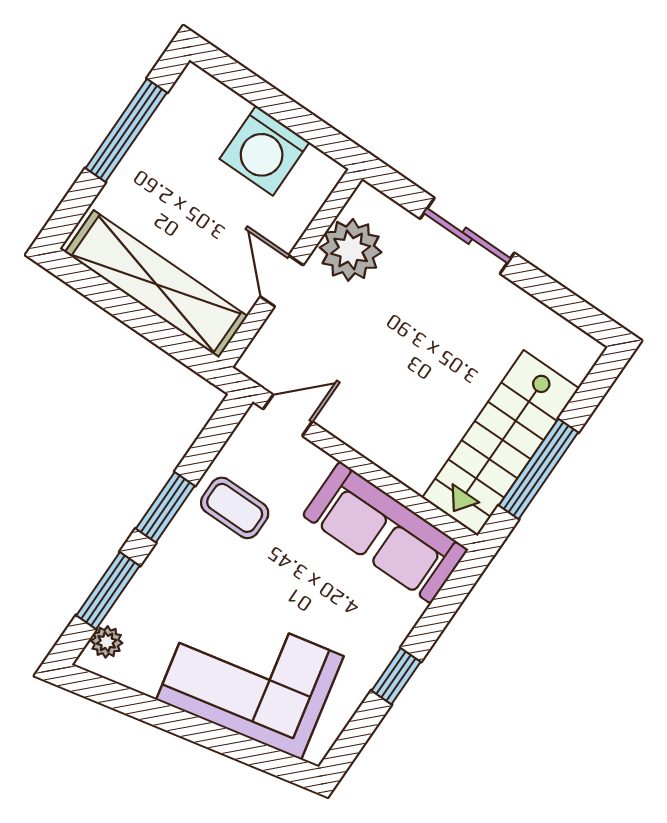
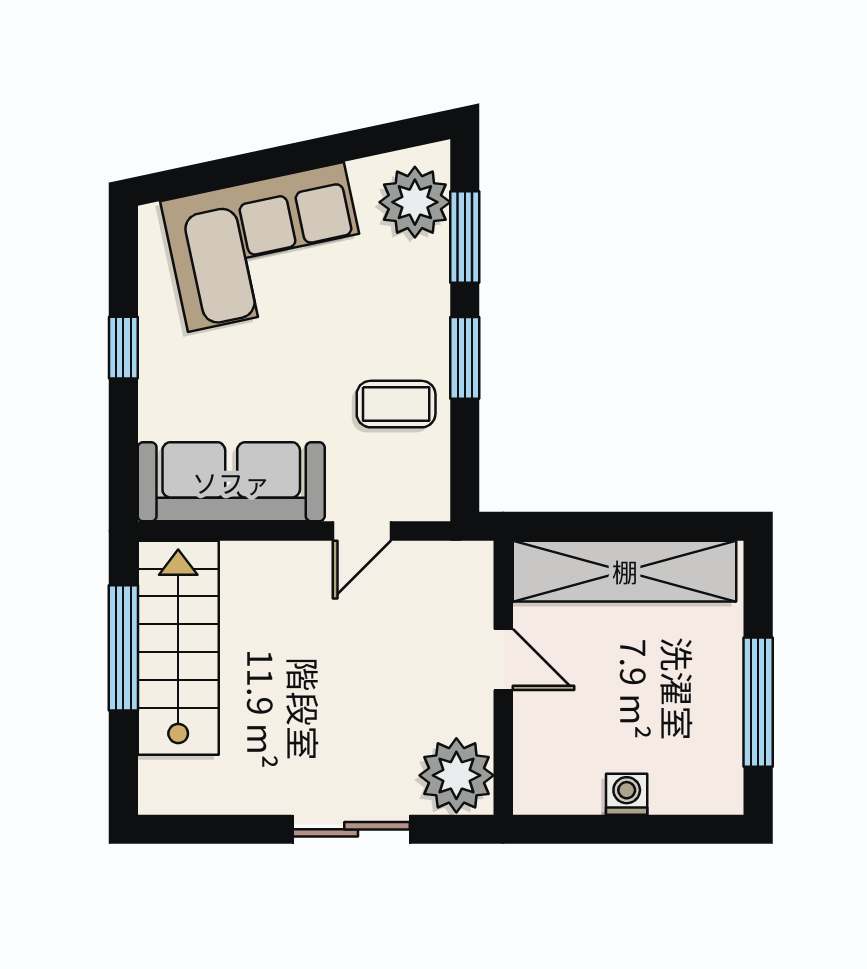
washing machine: (265, 151) -> (627, 794), width x0.53, depth x0.53
plant: (351, 250) -> (456, 775), moved
door: (288, 415) -> (362, 531), moved
plant: (107, 642) -> (415, 202), width x1.88, depth x1.88

